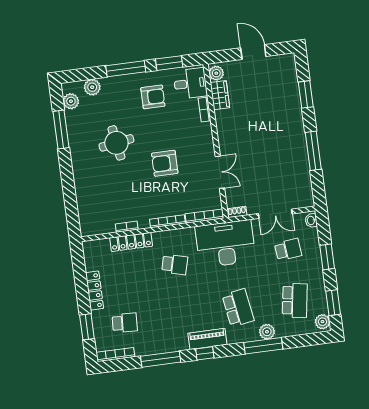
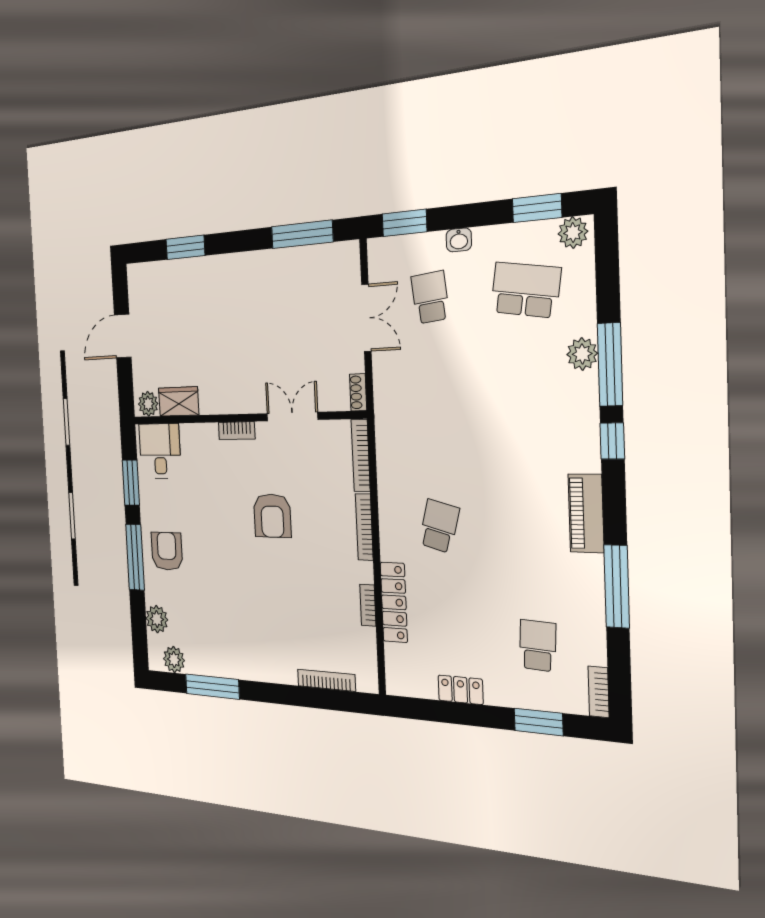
armchair: (153, 97) -> (167, 551), moved
bookcase: (205, 110) -> (237, 431), moved
round table: (116, 143) -> (237, 596), removed
window: (313, 151) -> (302, 234), moved
bookcase: (81, 205) -> (326, 680), added
washbasin: (311, 220) -> (459, 240), moved
desk: (225, 244) -> (410, 421), removed
window: (327, 257) -> (405, 223), moved
locker: (95, 291) -> (461, 690), width x0.66
school desk: (238, 308) -> (530, 410), removed
piano: (207, 339) -> (586, 513), moved
window: (205, 353) -> (612, 441), moved
bookcase: (115, 355) -> (599, 692), width x0.64

